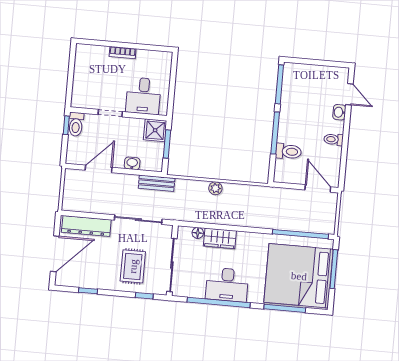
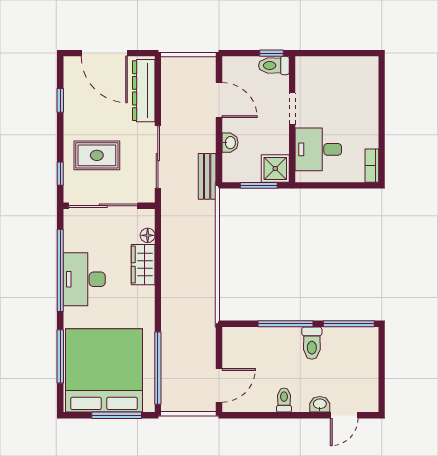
bookcase: (123, 53) -> (372, 166), moved
toilet: (288, 151) -> (312, 343), moved
plant: (215, 188) -> (207, 253), removed

